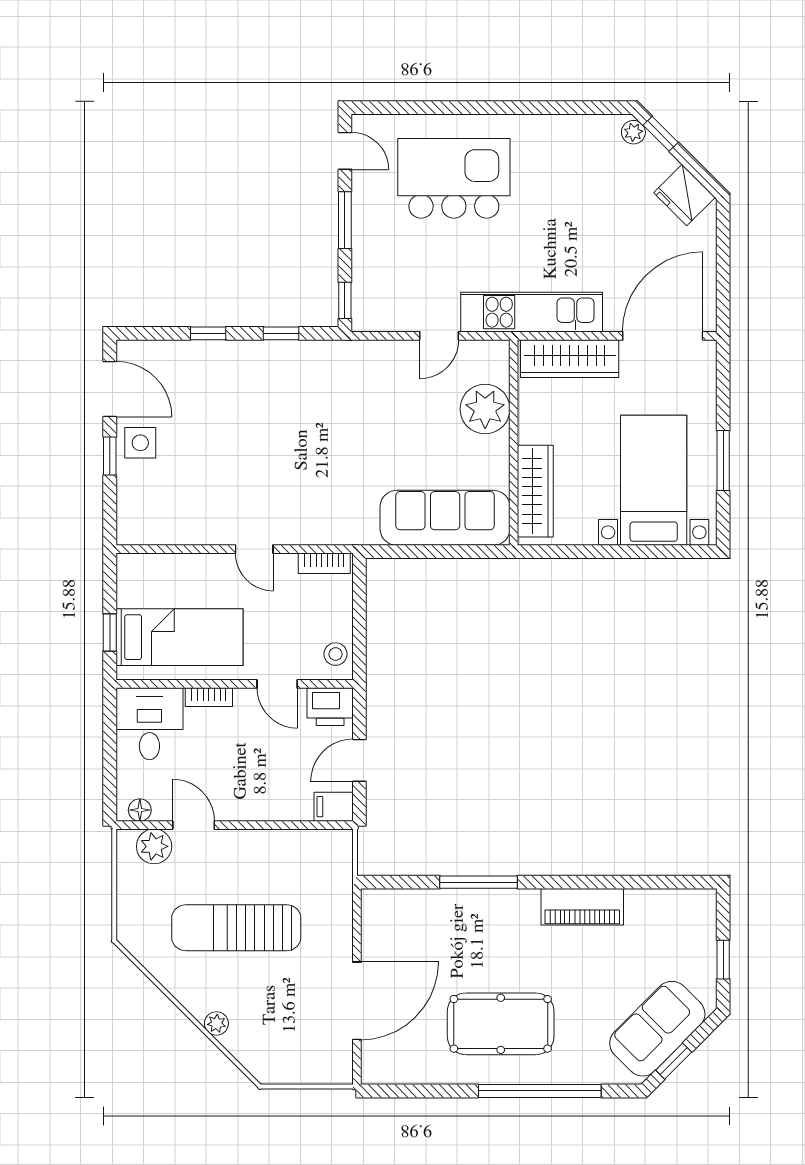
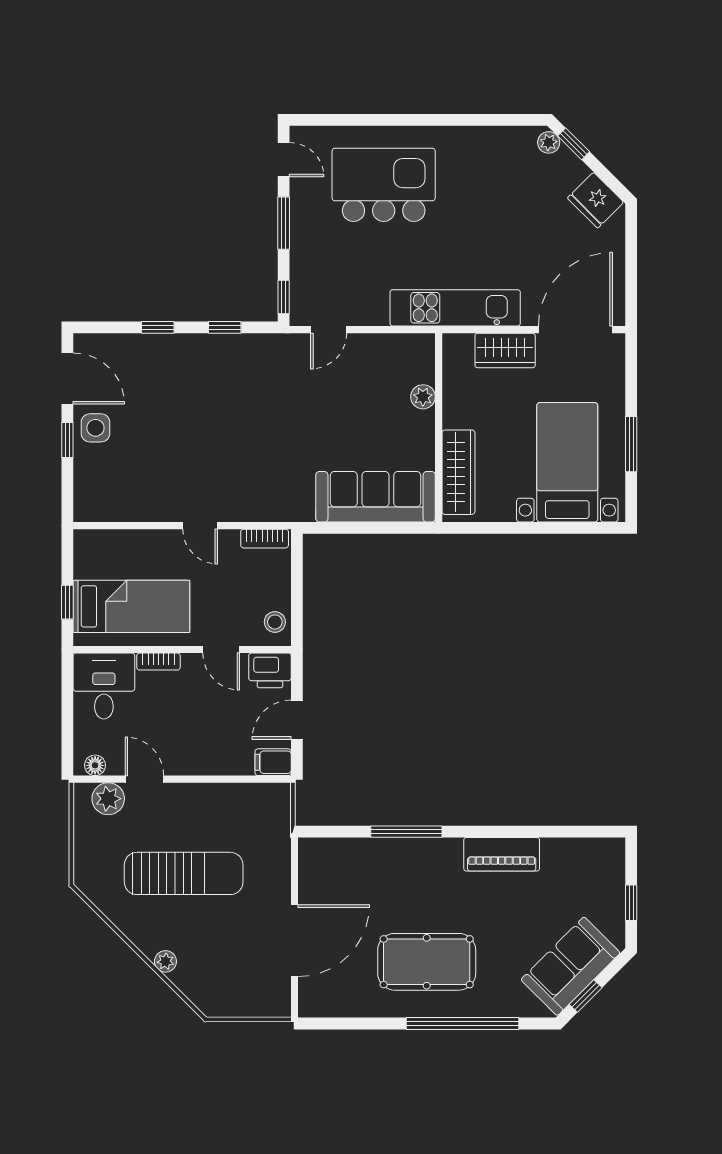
door: (439, 336) -> (329, 330), moved
wardrobe: (570, 359) -> (505, 350), width x0.67
plant: (485, 409) -> (423, 397), width x0.53, depth x0.53
sun lounger: (236, 928) -> (184, 873), turned 180

